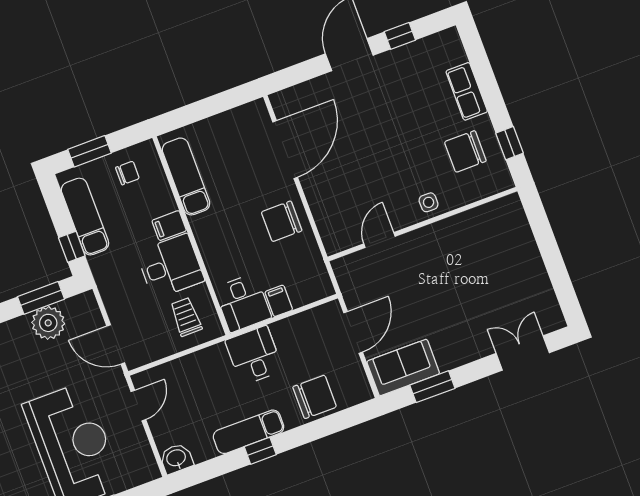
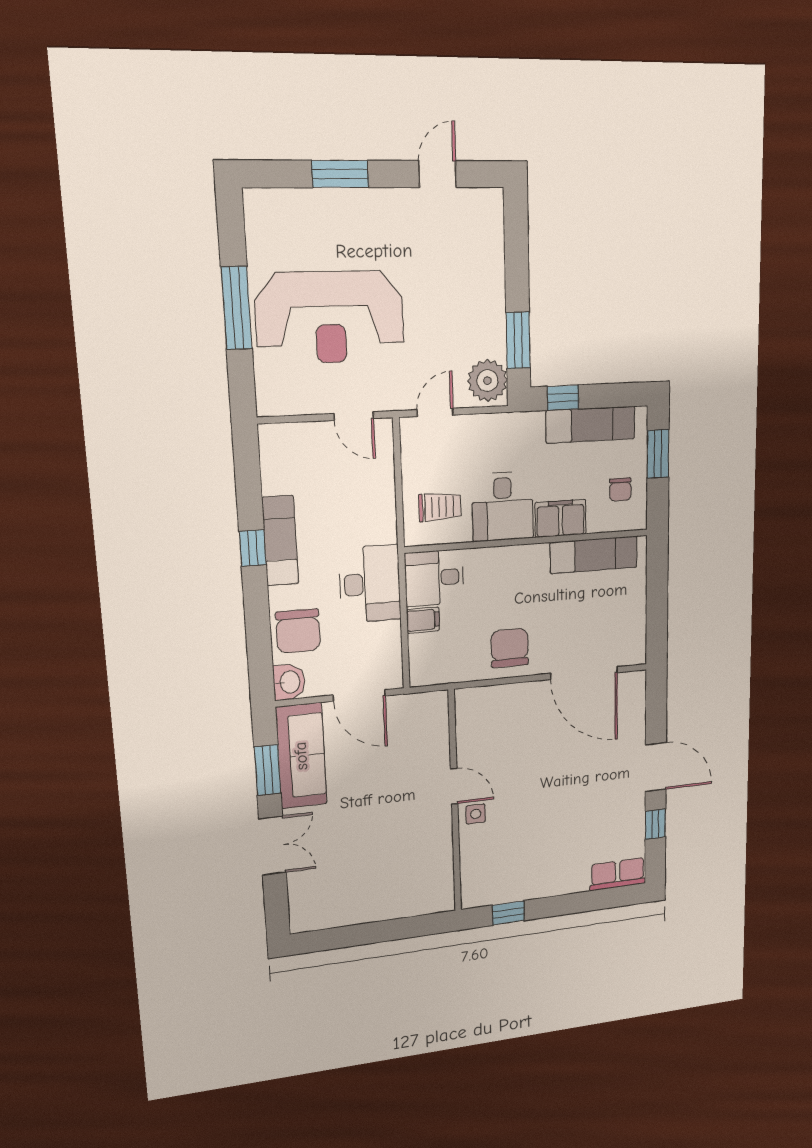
row of seats: (467, 91) -> (618, 874), moved
chair: (465, 151) -> (516, 865), removed
filing cabinet: (169, 226) -> (561, 518), width x2.00
door: (379, 240) -> (454, 786), moved
plant: (48, 323) -> (488, 381), moved
door: (116, 344) -> (435, 412), width x0.73
double door: (523, 353) -> (273, 846), moved
desk: (254, 355) -> (370, 584), width x1.37
sofa: (403, 367) -> (301, 756), width x1.36
washbasin: (176, 458) -> (289, 682), moved

